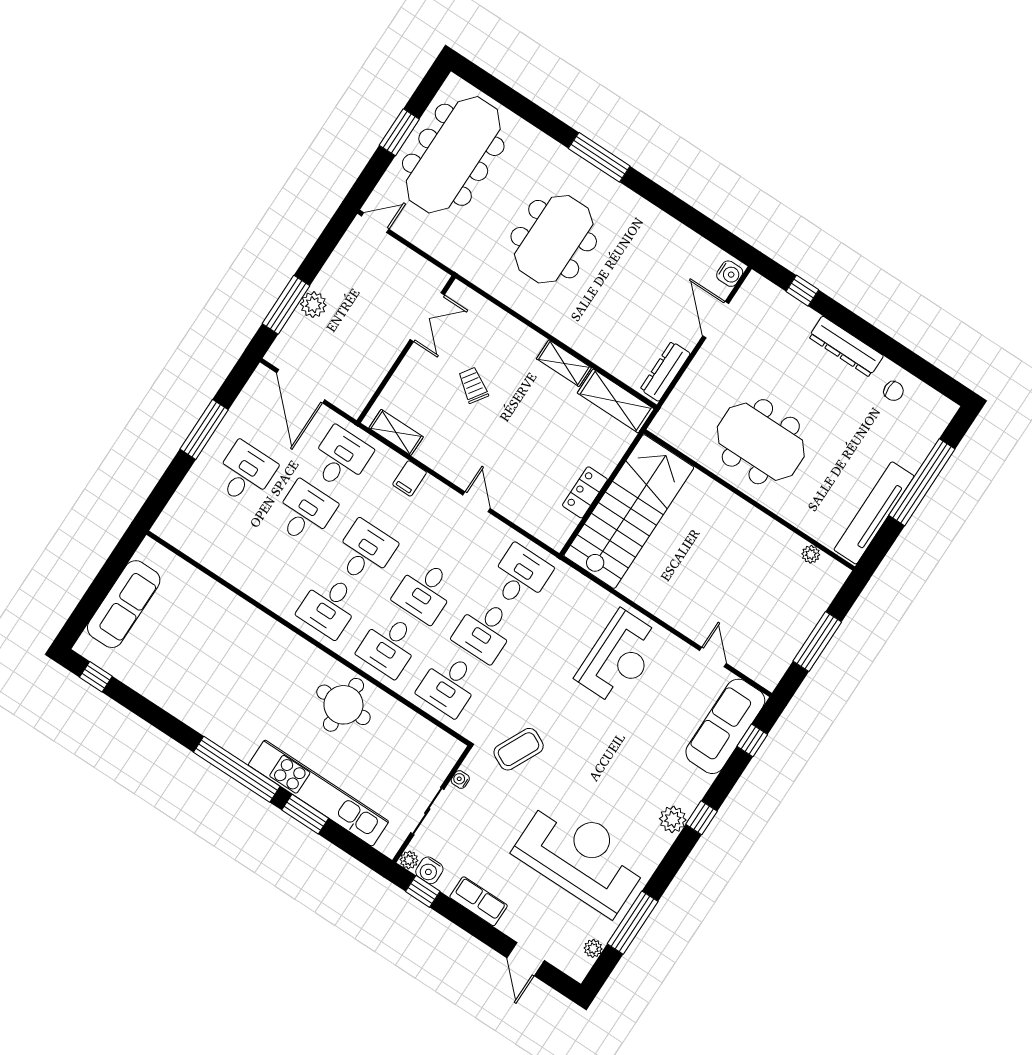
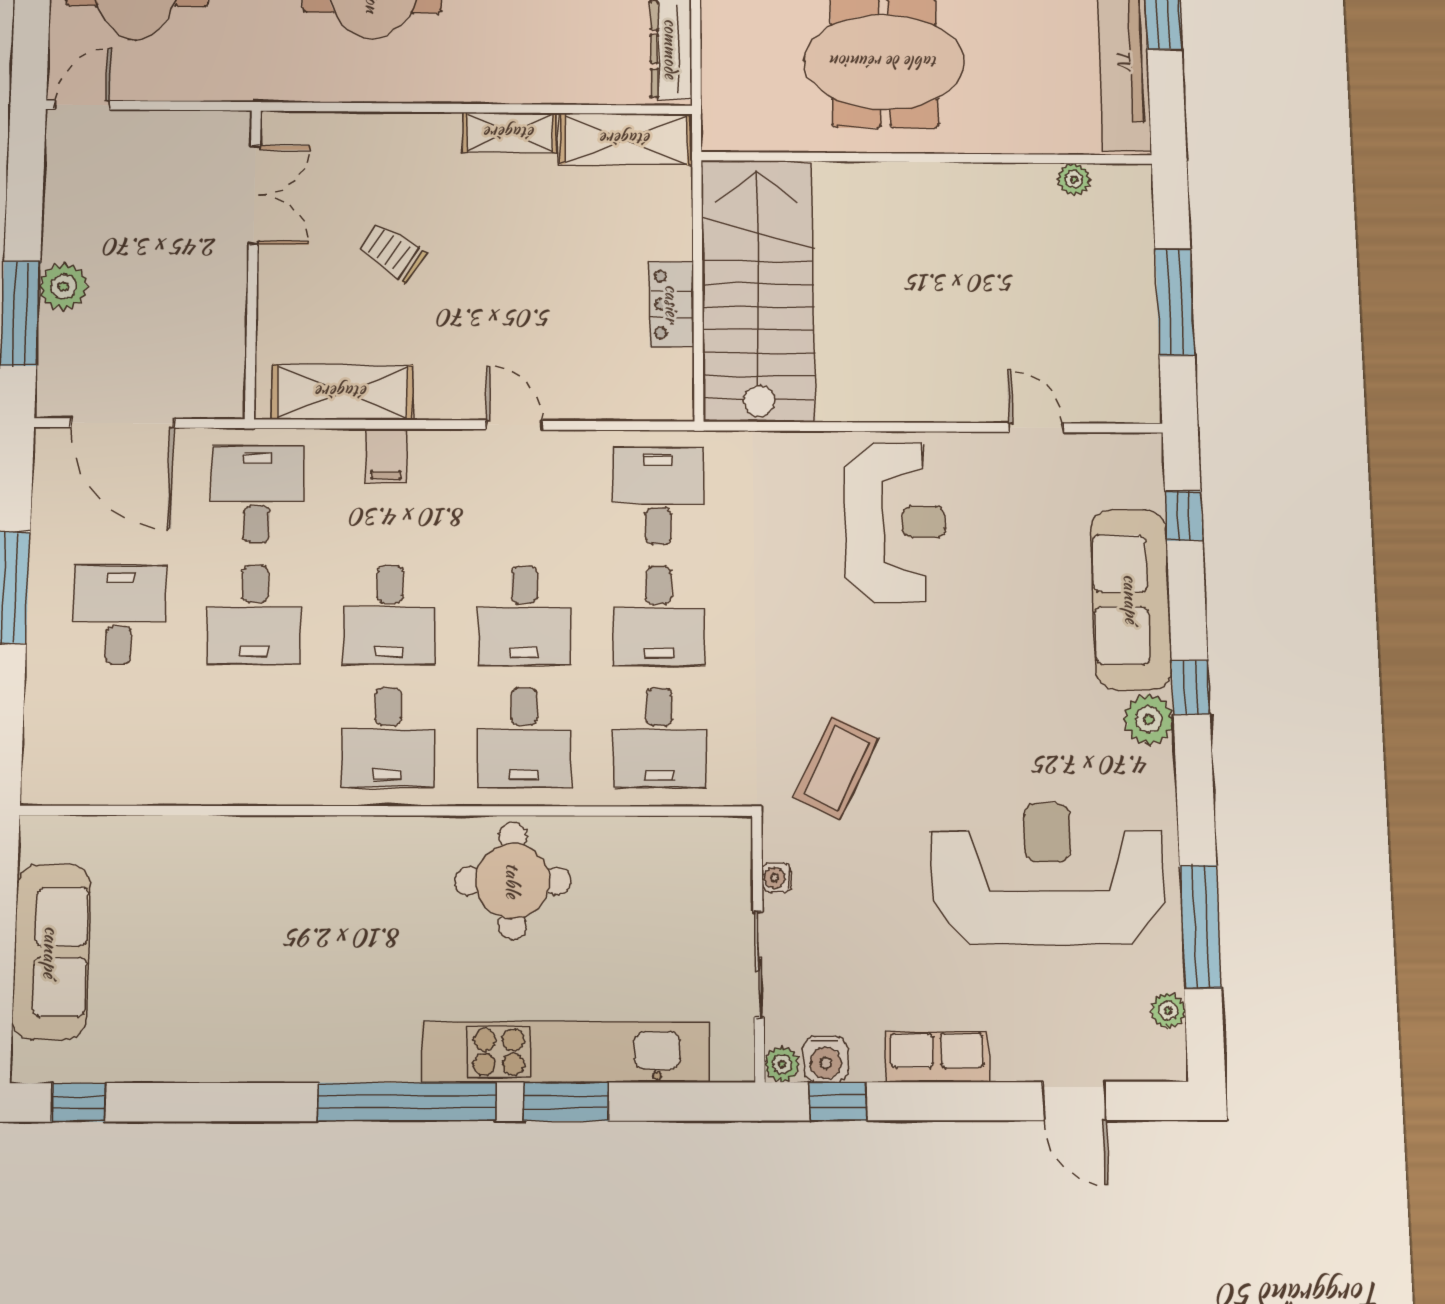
shelving: (396, 432) -> (342, 392), width x1.50, depth x1.33
desk: (305, 513) -> (255, 615), turned 180
desk: (365, 552) -> (390, 615), turned 180
sofa: (725, 726) -> (1131, 599), moved

